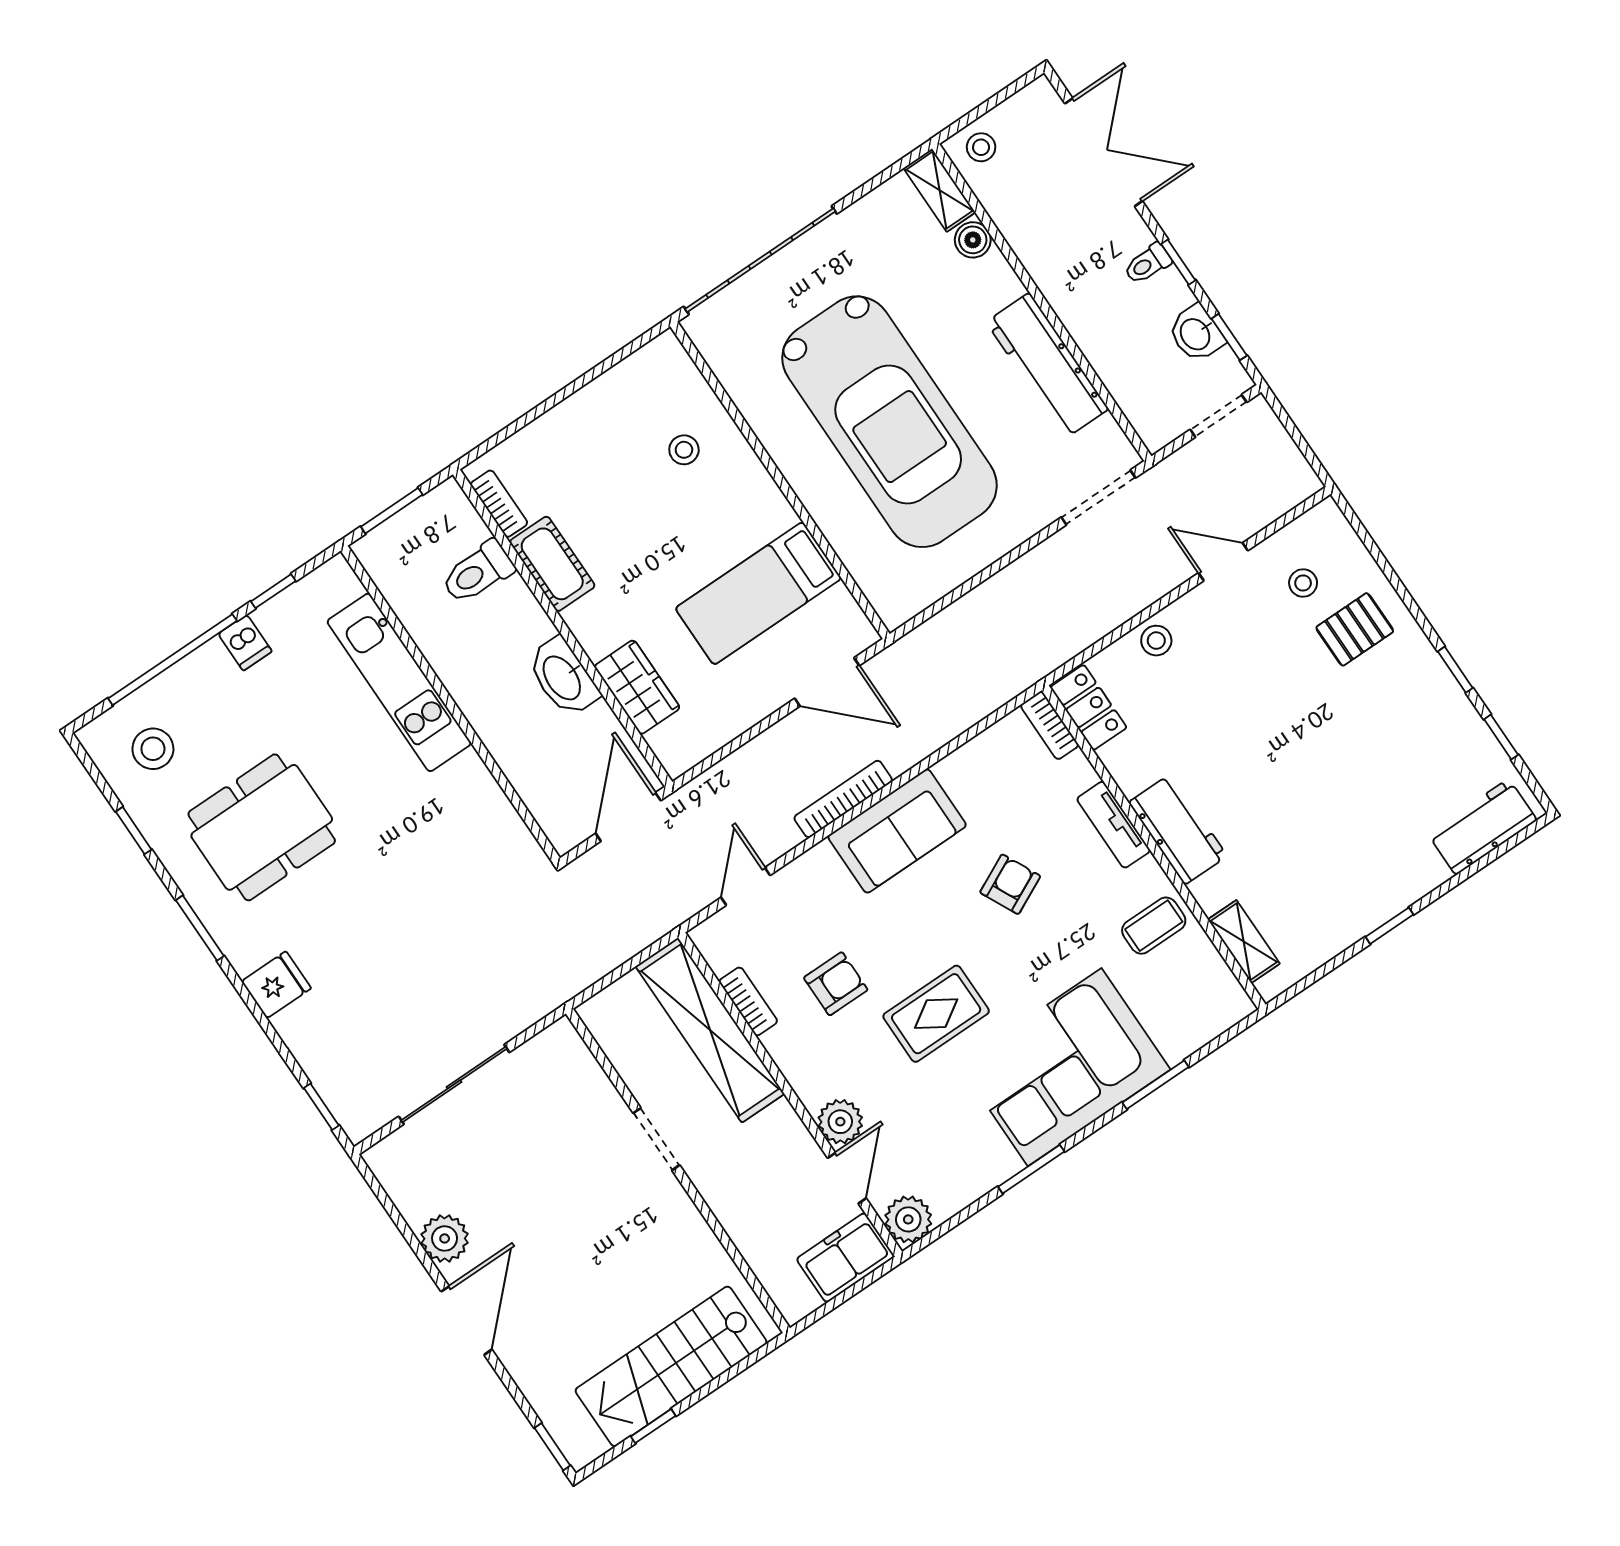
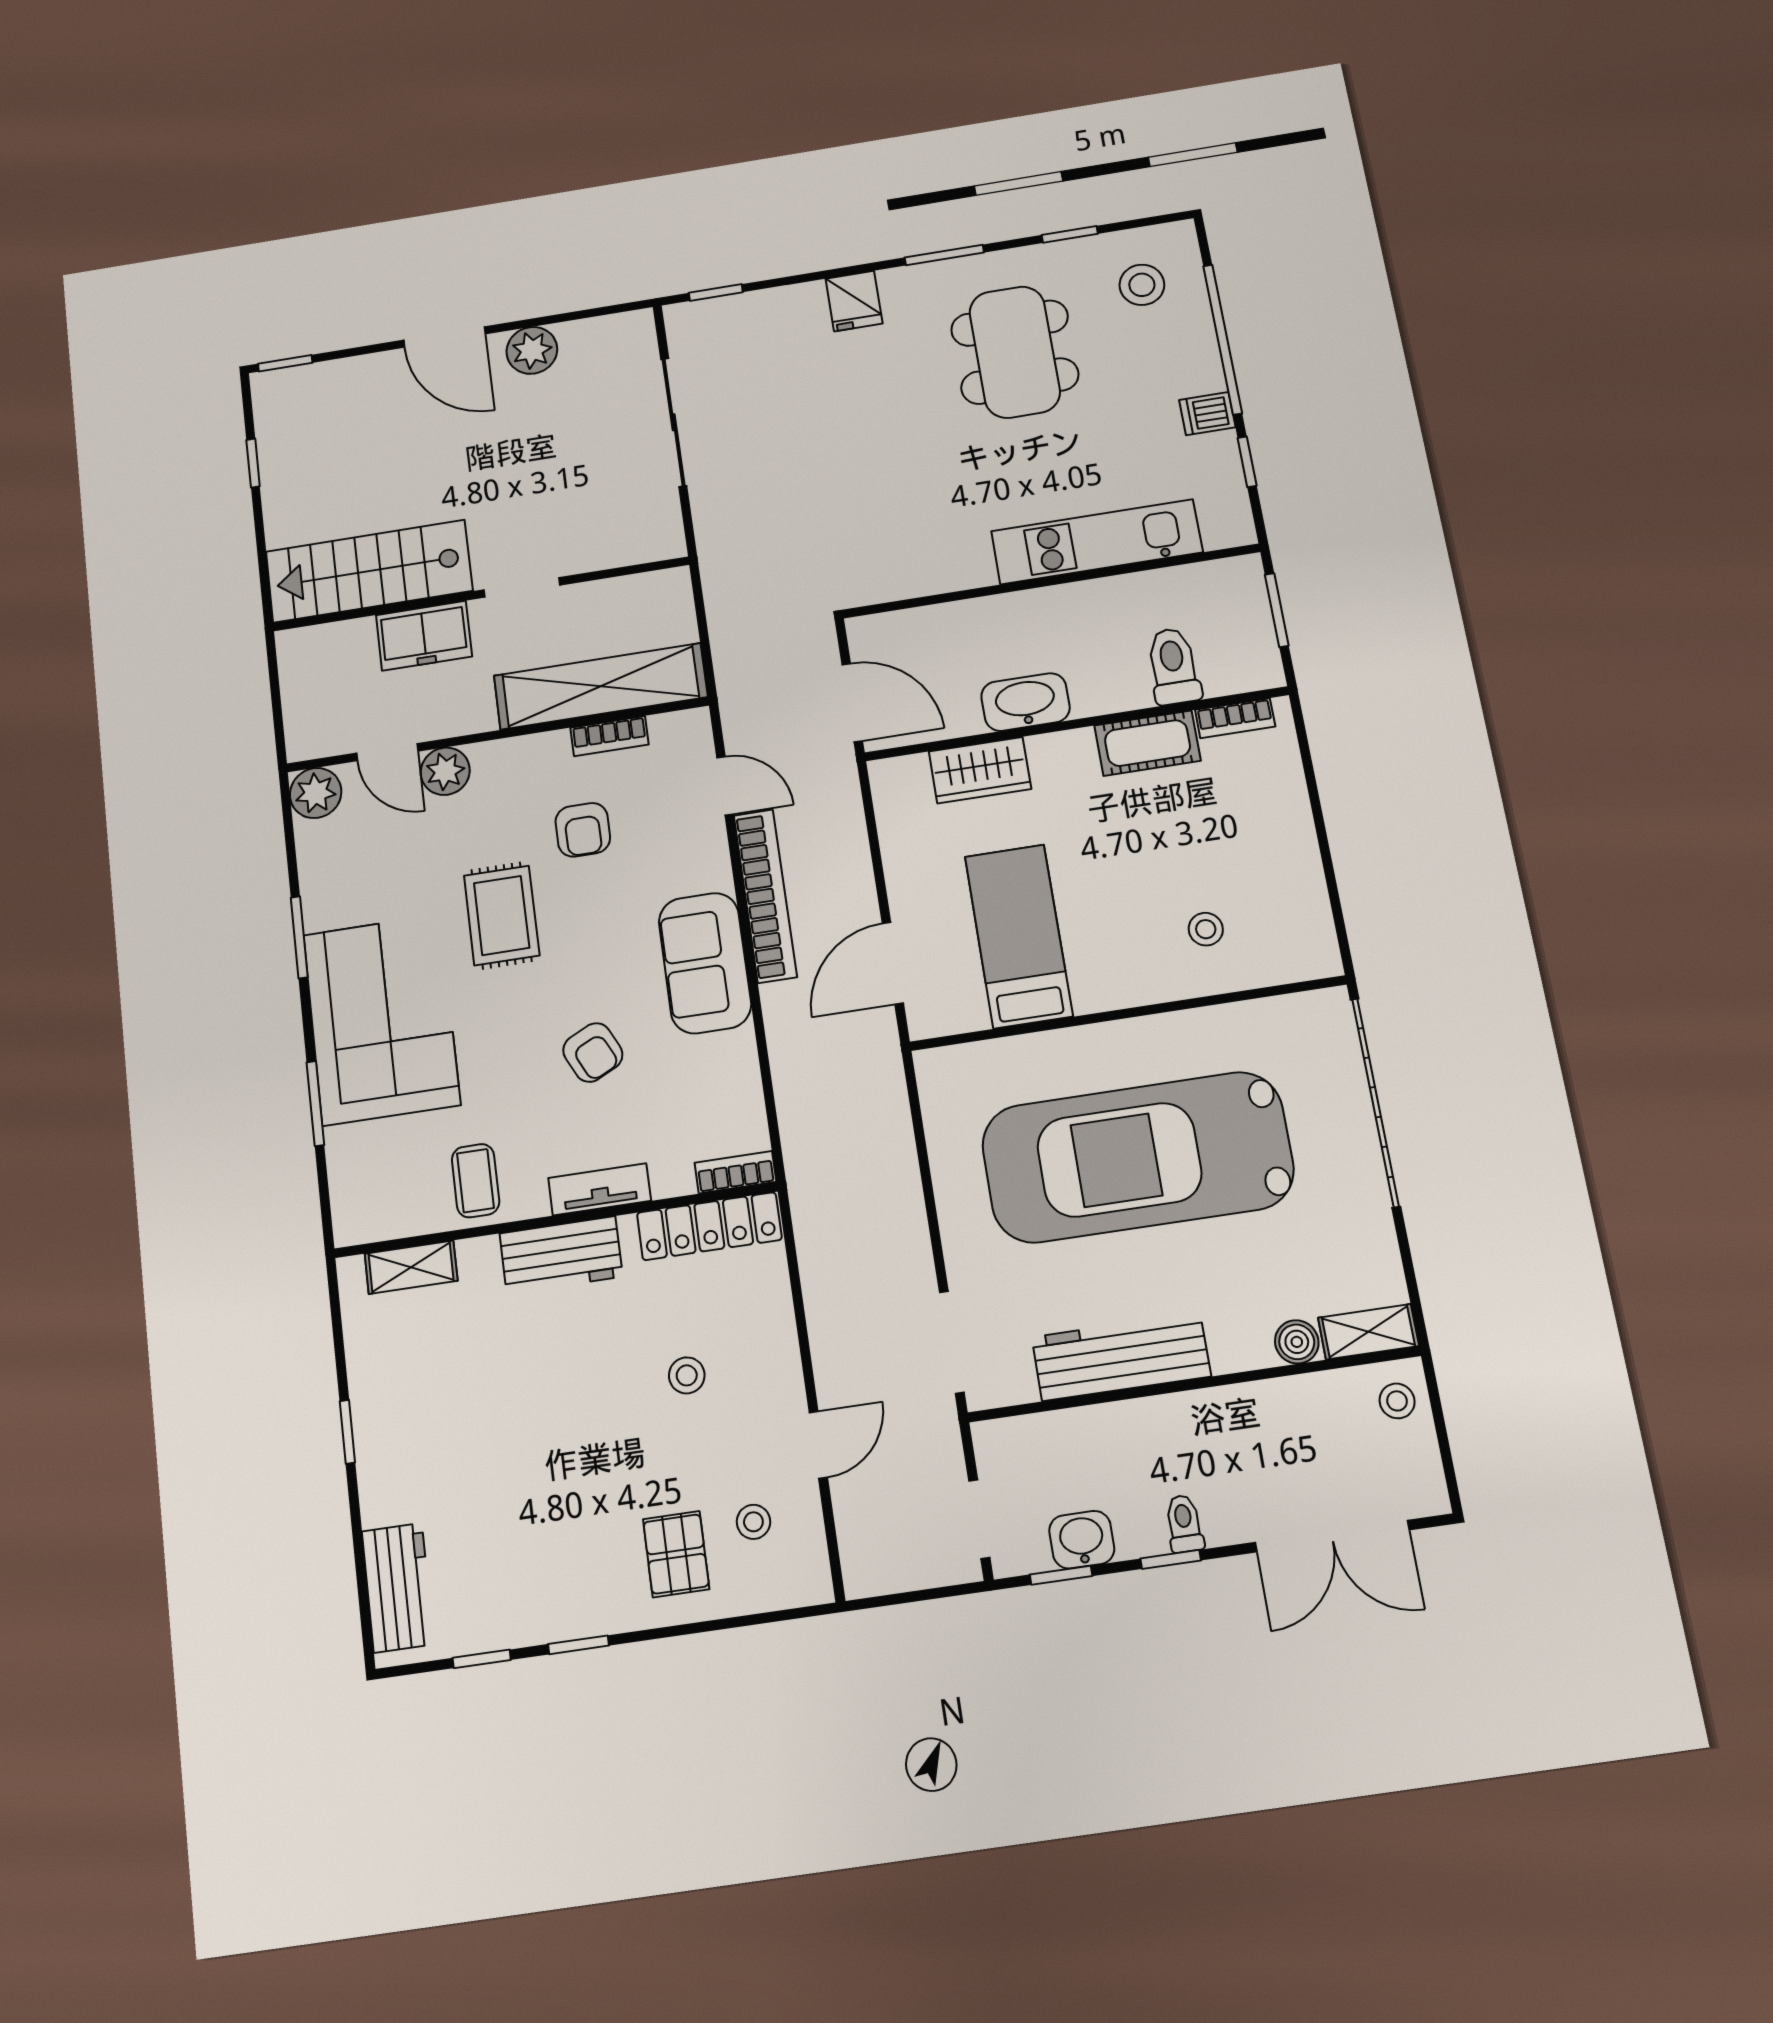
stool: (1156, 641) -> (687, 1375), moved
locker: (1088, 707) -> (709, 1226), width x1.53
bookcase: (843, 799) -> (765, 896), width x1.48, depth x1.31
freezer: (846, 1258) -> (424, 636), moved, turned 90
stairs: (671, 1366) -> (369, 571), moved, turned -90

